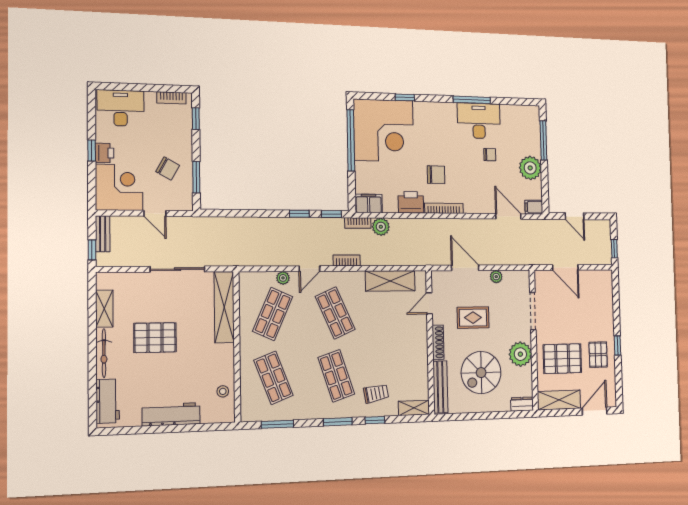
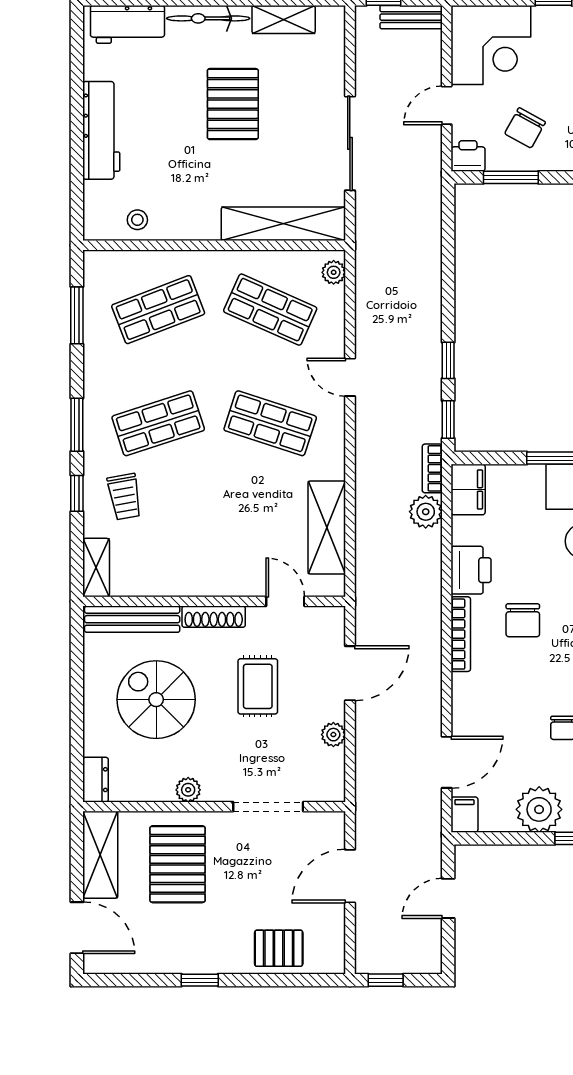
printer: (104, 153) -> (468, 156), moved, turned 180
bookcase: (347, 260) -> (364, 446), removed
plant: (283, 278) -> (334, 272), moved
shop shelf: (335, 313) -> (270, 423), turned 42
plant: (520, 354) -> (188, 790), width x0.53, depth x0.53
pallet: (598, 355) -> (279, 948), moved

